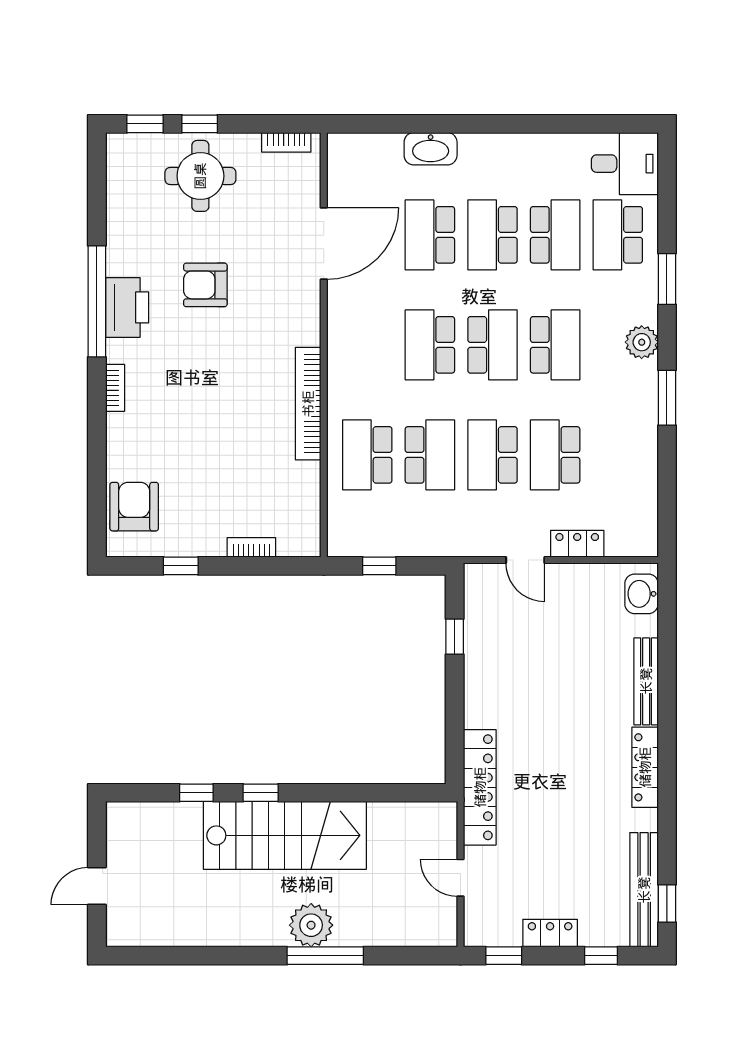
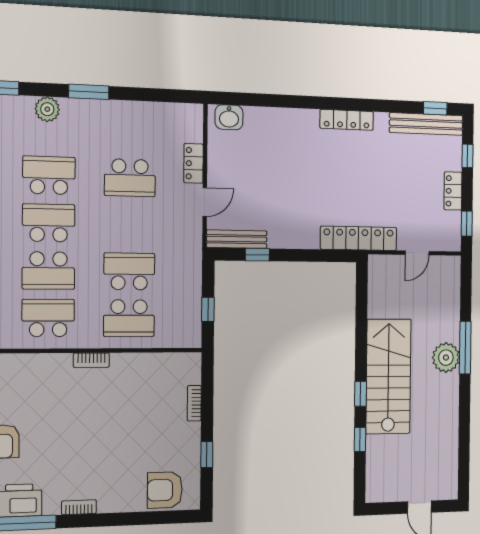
bookcase: (308, 404) -> (91, 360), width x0.43, depth x0.76
school desk: (492, 455) -> (48, 318), moved, turned 180
bench: (646, 681) -> (237, 239), moved

